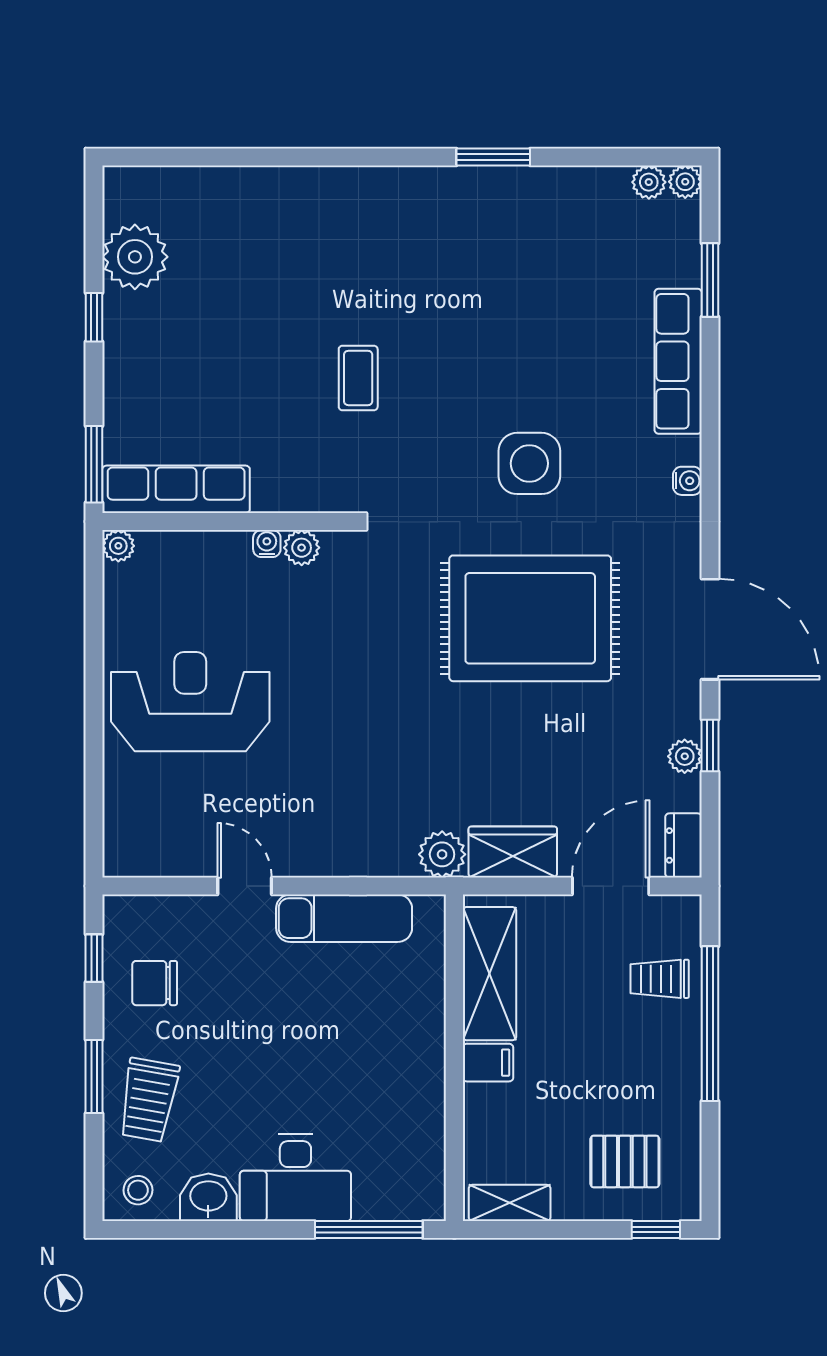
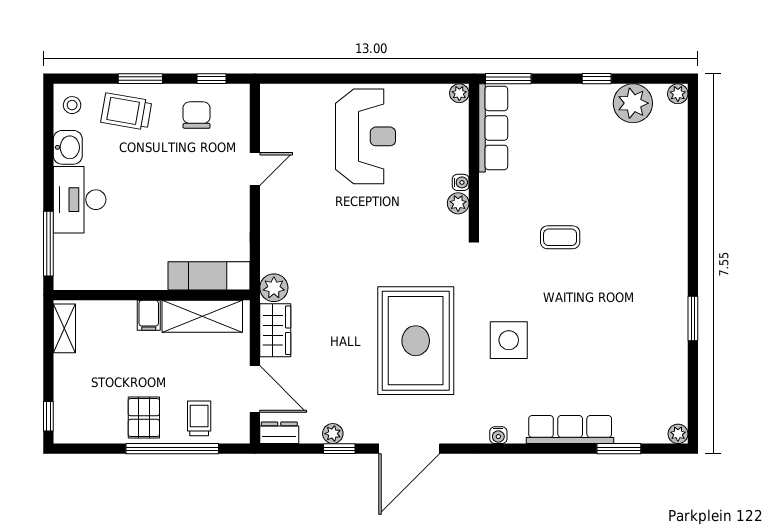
plant: (649, 182) -> (678, 94), moved
exam couch: (344, 918) -> (209, 276), moved, turned 90
pallet: (625, 1161) -> (144, 418), moved

